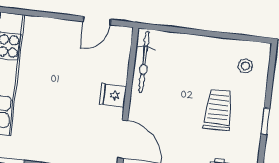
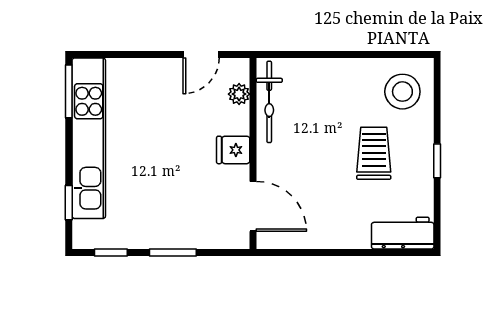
plant: (122, 54) -> (239, 94), added
stool: (245, 66) -> (402, 92), width x1.89, depth x1.89

